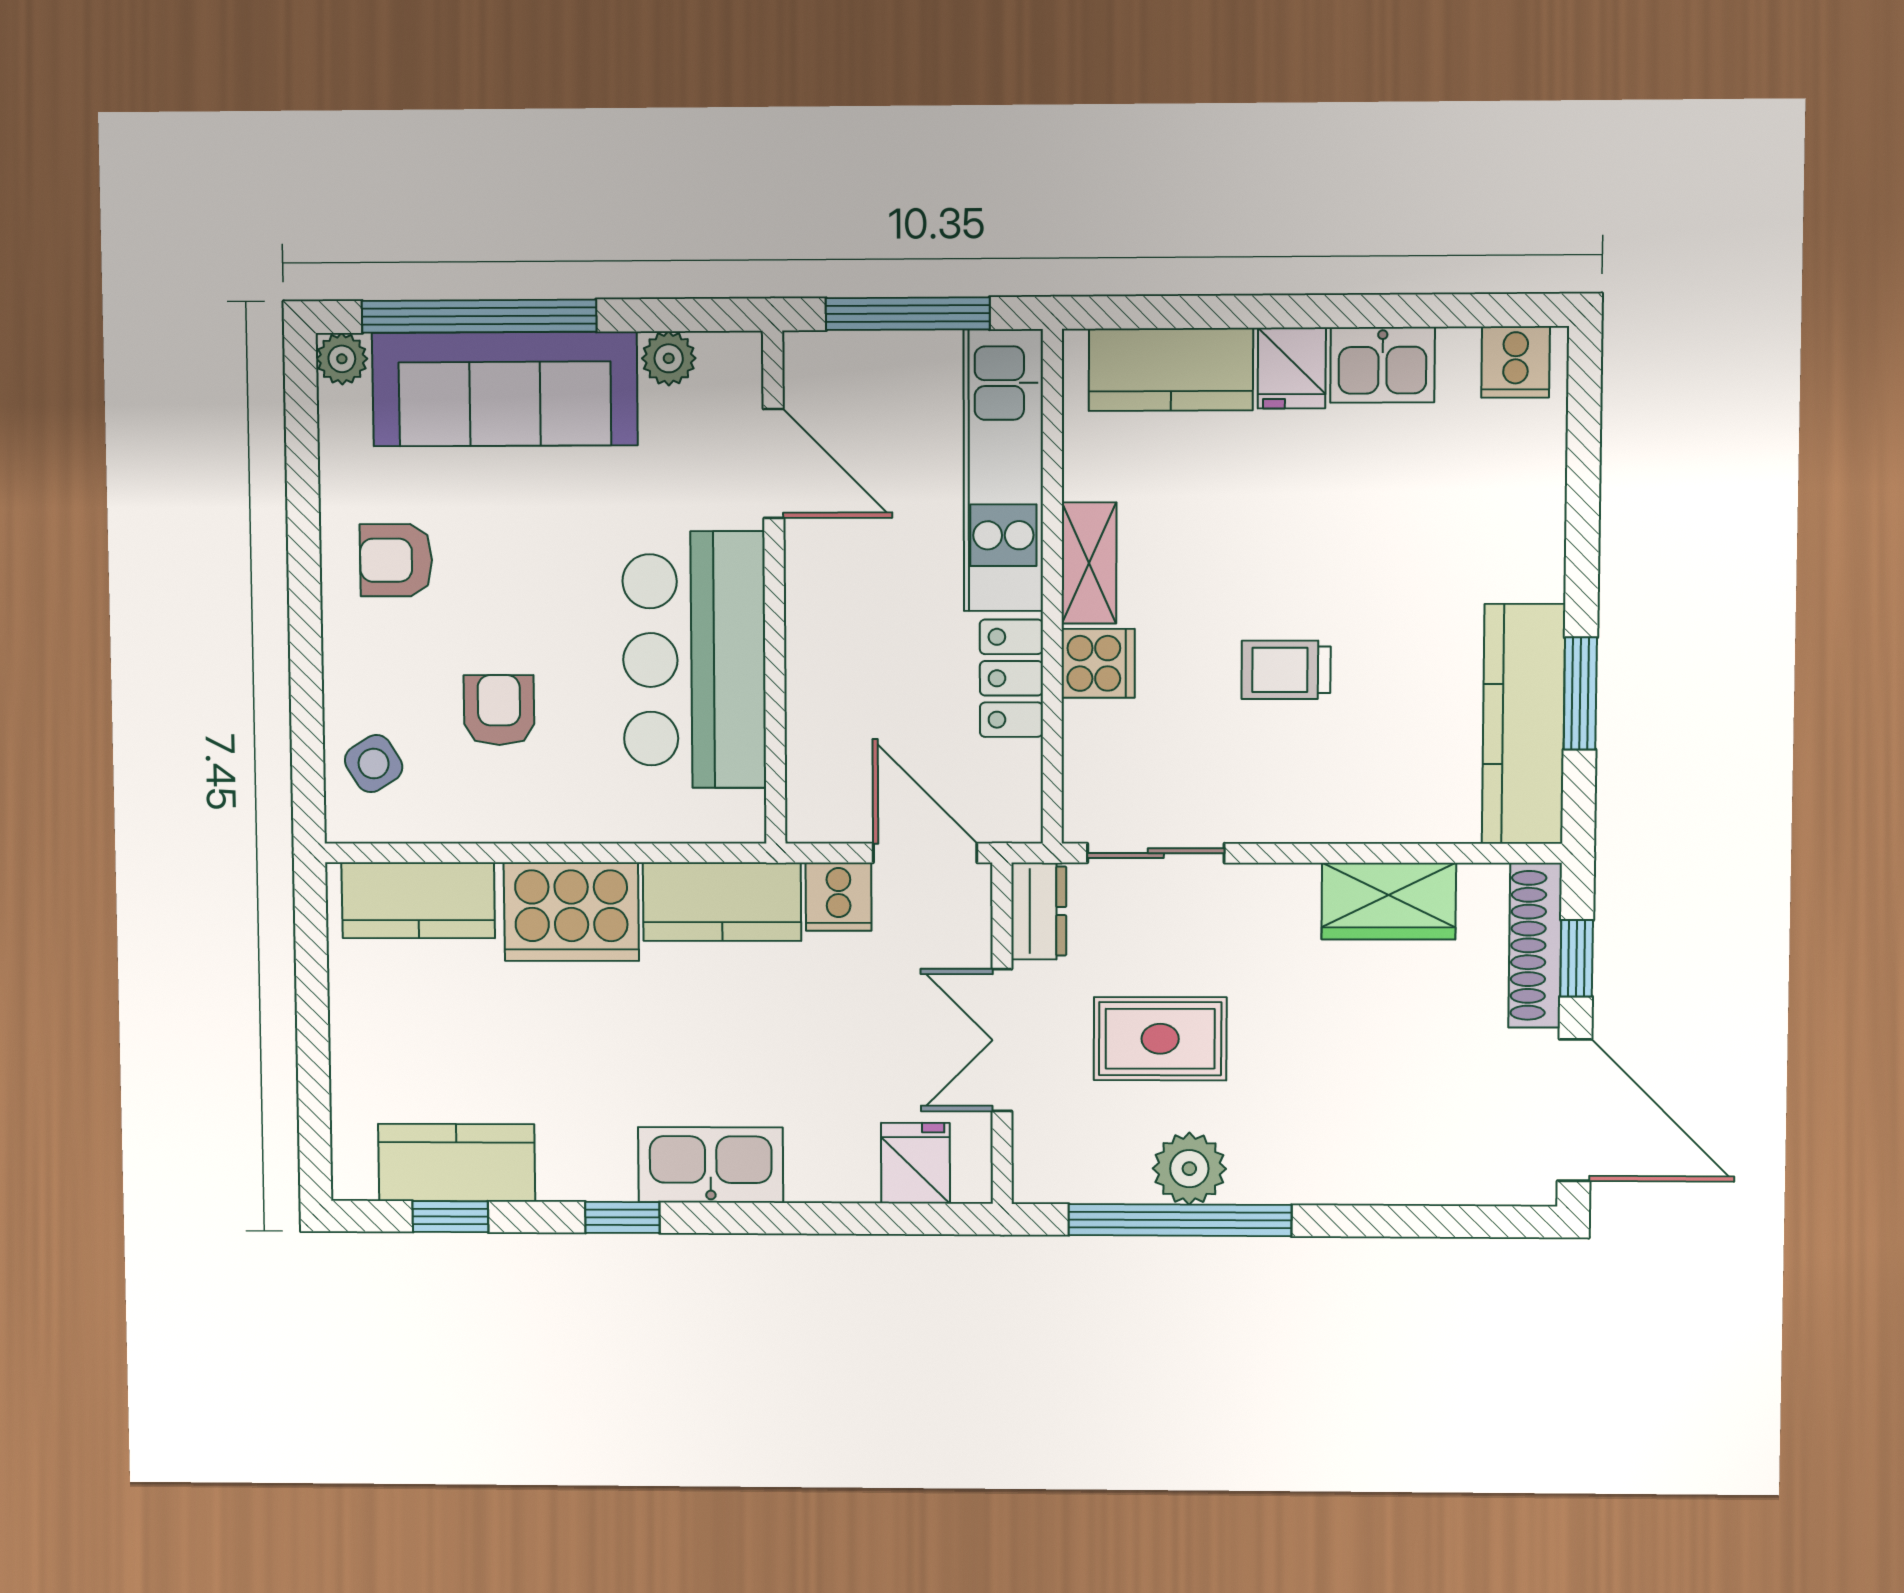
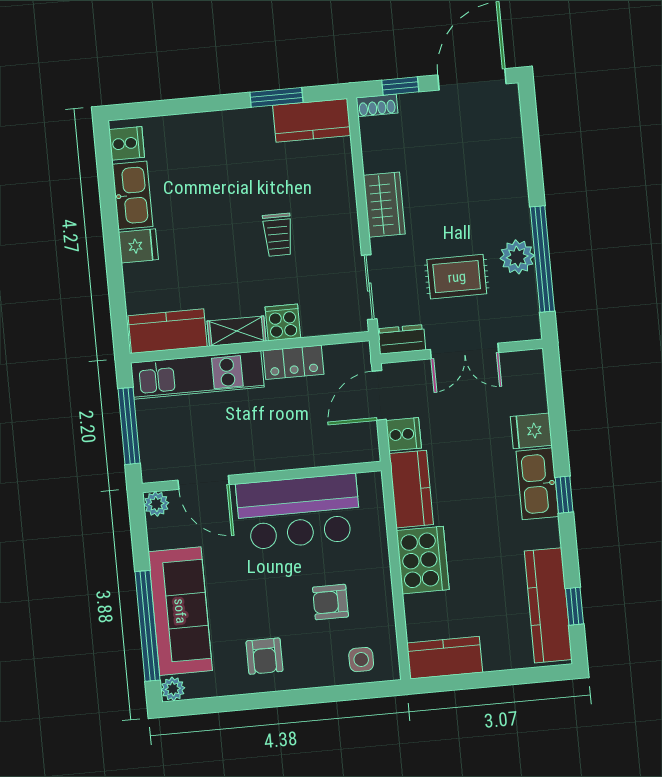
plant: (669, 358) -> (156, 504), moved
kitchen sink: (1383, 365) -> (132, 195), width x1.38
kitchen counter: (1171, 370) -> (168, 331), moved, turned -90
door: (773, 463) -> (204, 482), swing flipped
kitchen counter: (1524, 724) -> (312, 120), width x0.67
side table: (374, 764) -> (361, 660), turned 32
kitchen counter: (418, 900) -> (445, 658), moved, turned -90
wardrobe: (1389, 901) -> (384, 205), moved
shoe rack: (1535, 945) -> (377, 105), width x0.51, depth x0.81
rug: (1160, 1039) -> (457, 277), turned 90
kitchen counter: (457, 1163) -> (548, 605), width x1.50
fridge: (915, 1163) -> (531, 431), moved
window: (622, 1217) -> (564, 495), moved

